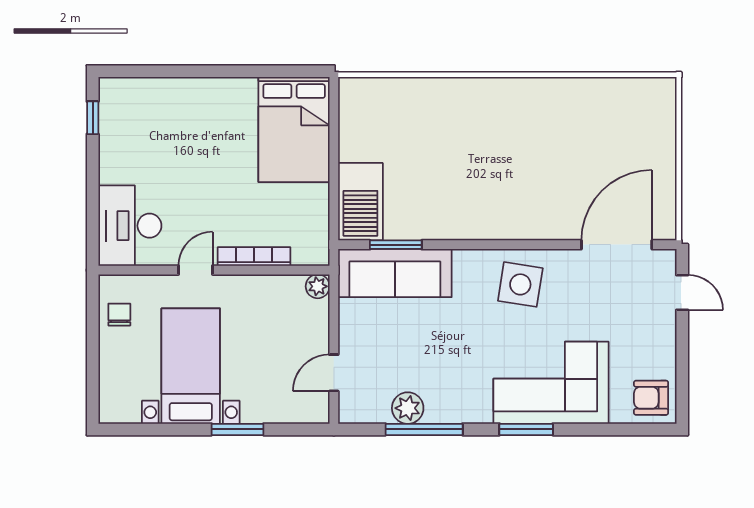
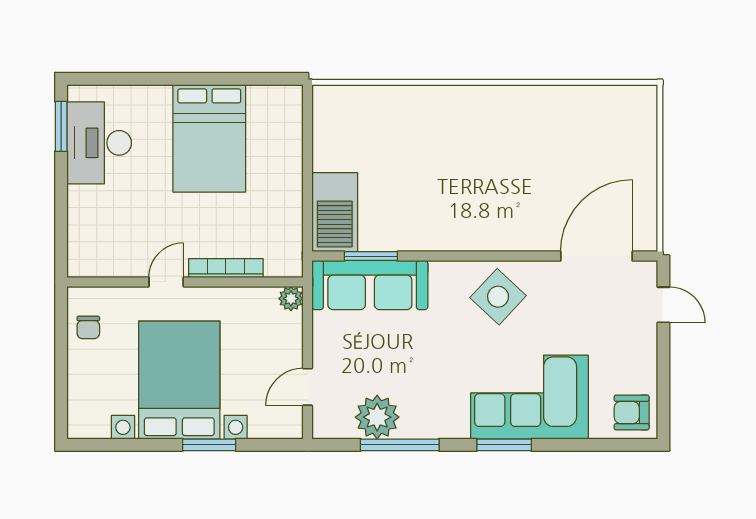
window: (93, 118) -> (61, 126), width x1.50
bed: (294, 130) -> (209, 138), moved
desk: (130, 226) -> (99, 143), moved
side table: (520, 284) -> (498, 297), turned 34
chair: (119, 315) -> (88, 327), turned 180
bed with nightstands: (191, 366) -> (179, 380), width x1.36
plant: (408, 408) -> (377, 417), width x1.36, depth x1.36

